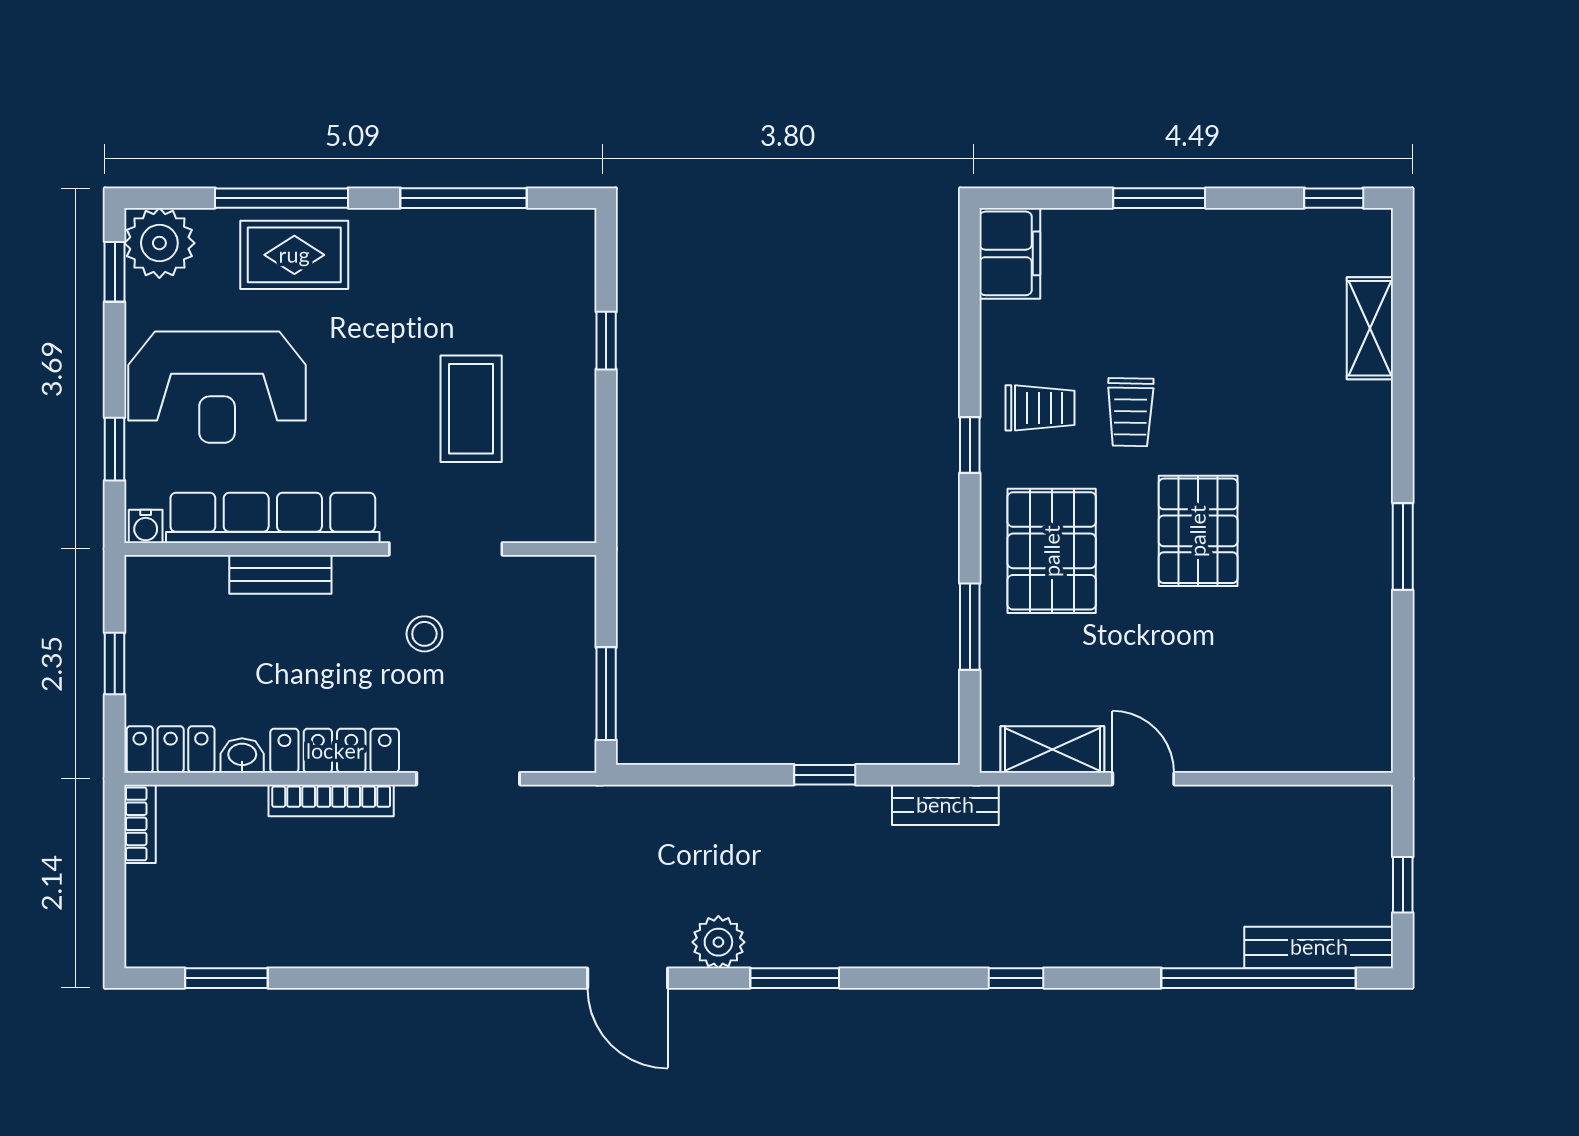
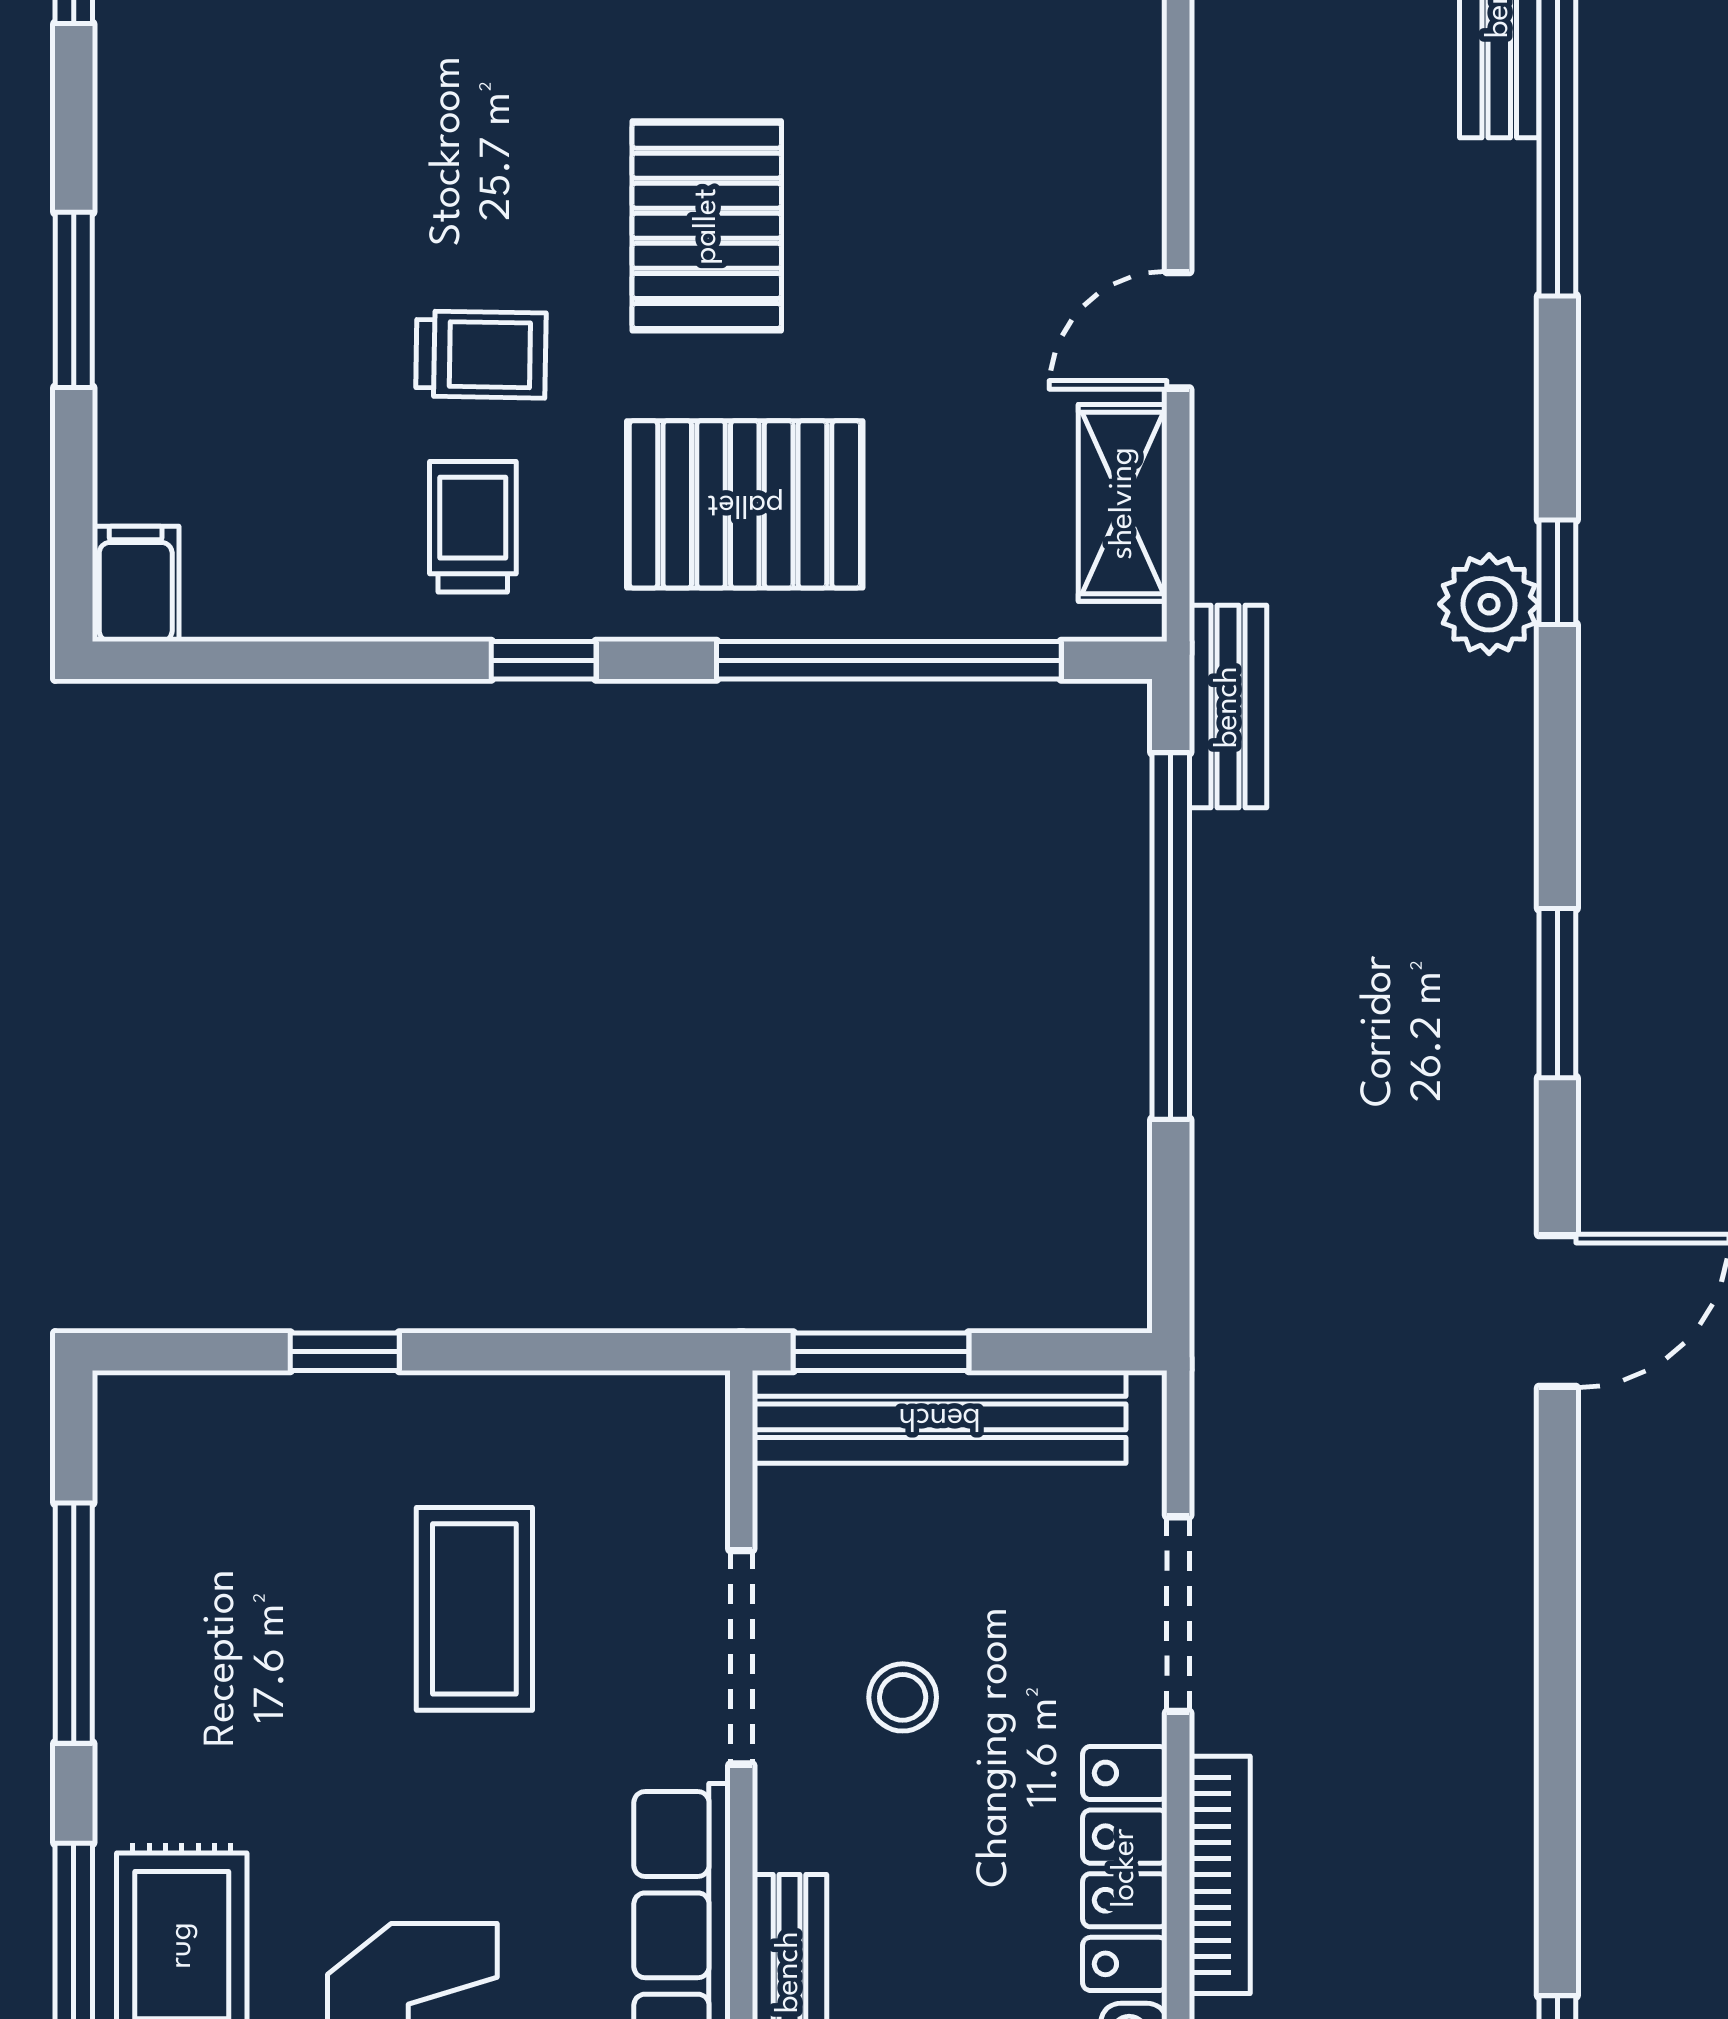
filing cabinet: (1010, 253) -> (136, 584), width x0.50
coffee table: (471, 409) -> (474, 1609), turned 90
pallet: (1198, 531) -> (707, 226), turned 90
window: (970, 627) -> (889, 660), width x2.11
bench: (572, 653) -> (939, 1417), added
window: (606, 694) -> (881, 1352), moved
window: (825, 775) -> (1171, 936), width x3.17
plant: (718, 942) -> (1489, 604), moved

